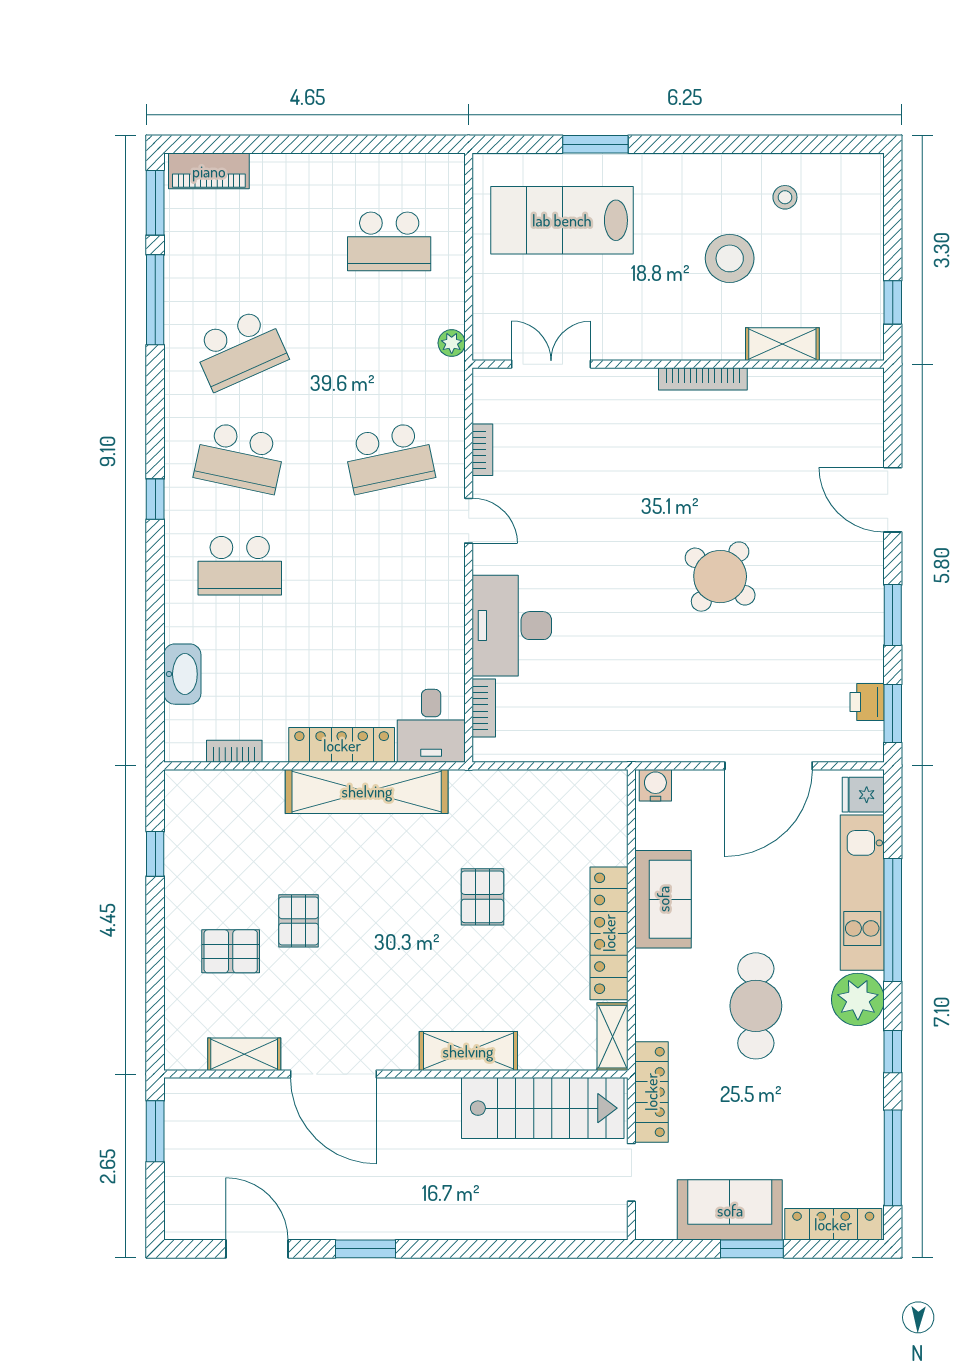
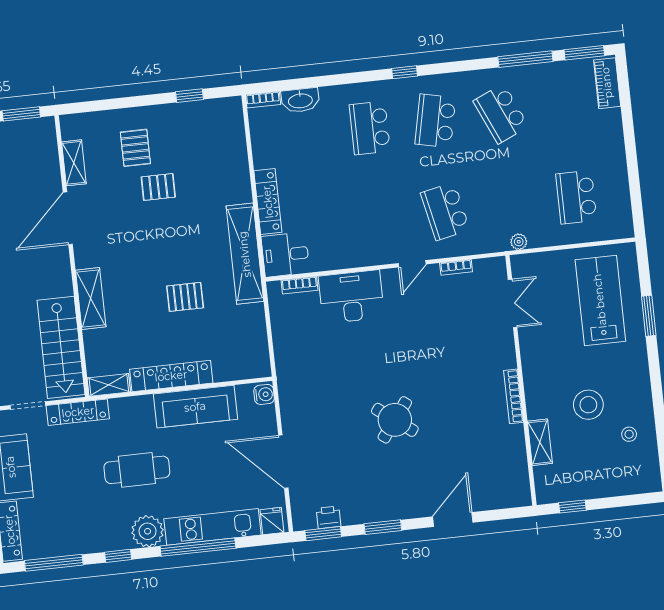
bookcase: (234, 751) -> (263, 100), moved, turned 90
shelving: (367, 791) -> (245, 254), moved
sofa: (663, 899) -> (195, 407), width x1.36

